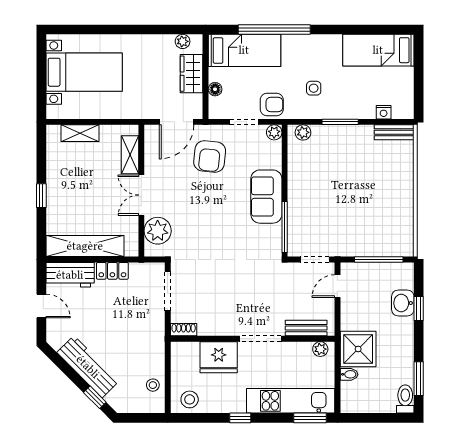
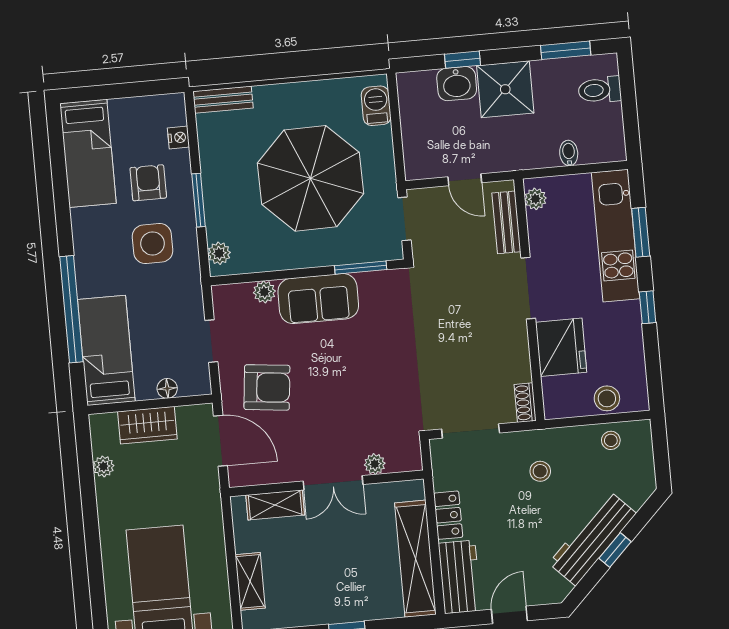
plant: (183, 41) -> (103, 466), moved
side table: (314, 88) -> (153, 244), width x1.87, depth x1.87
armchair: (272, 105) -> (148, 183), moved
plant: (274, 132) -> (264, 292), moved
bench: (394, 132) -> (223, 100), moved, turned 90
parasol: (348, 199) -> (310, 178), added
window: (285, 227) -> (361, 268), width x0.69
plant: (158, 231) -> (375, 464), width x0.53, depth x0.53
barbecue: (393, 247) -> (376, 106), added
window: (379, 260) -> (396, 125), removed
door: (337, 286) -> (465, 180), moved
stool: (136, 336) -> (540, 471), added
shower: (358, 349) -> (505, 89), moved
window: (95, 397) -> (615, 550), moved
stool: (190, 399) -> (607, 398), moved
toilet: (405, 399) -> (600, 90), moved
window: (310, 418) -> (641, 232), moved

